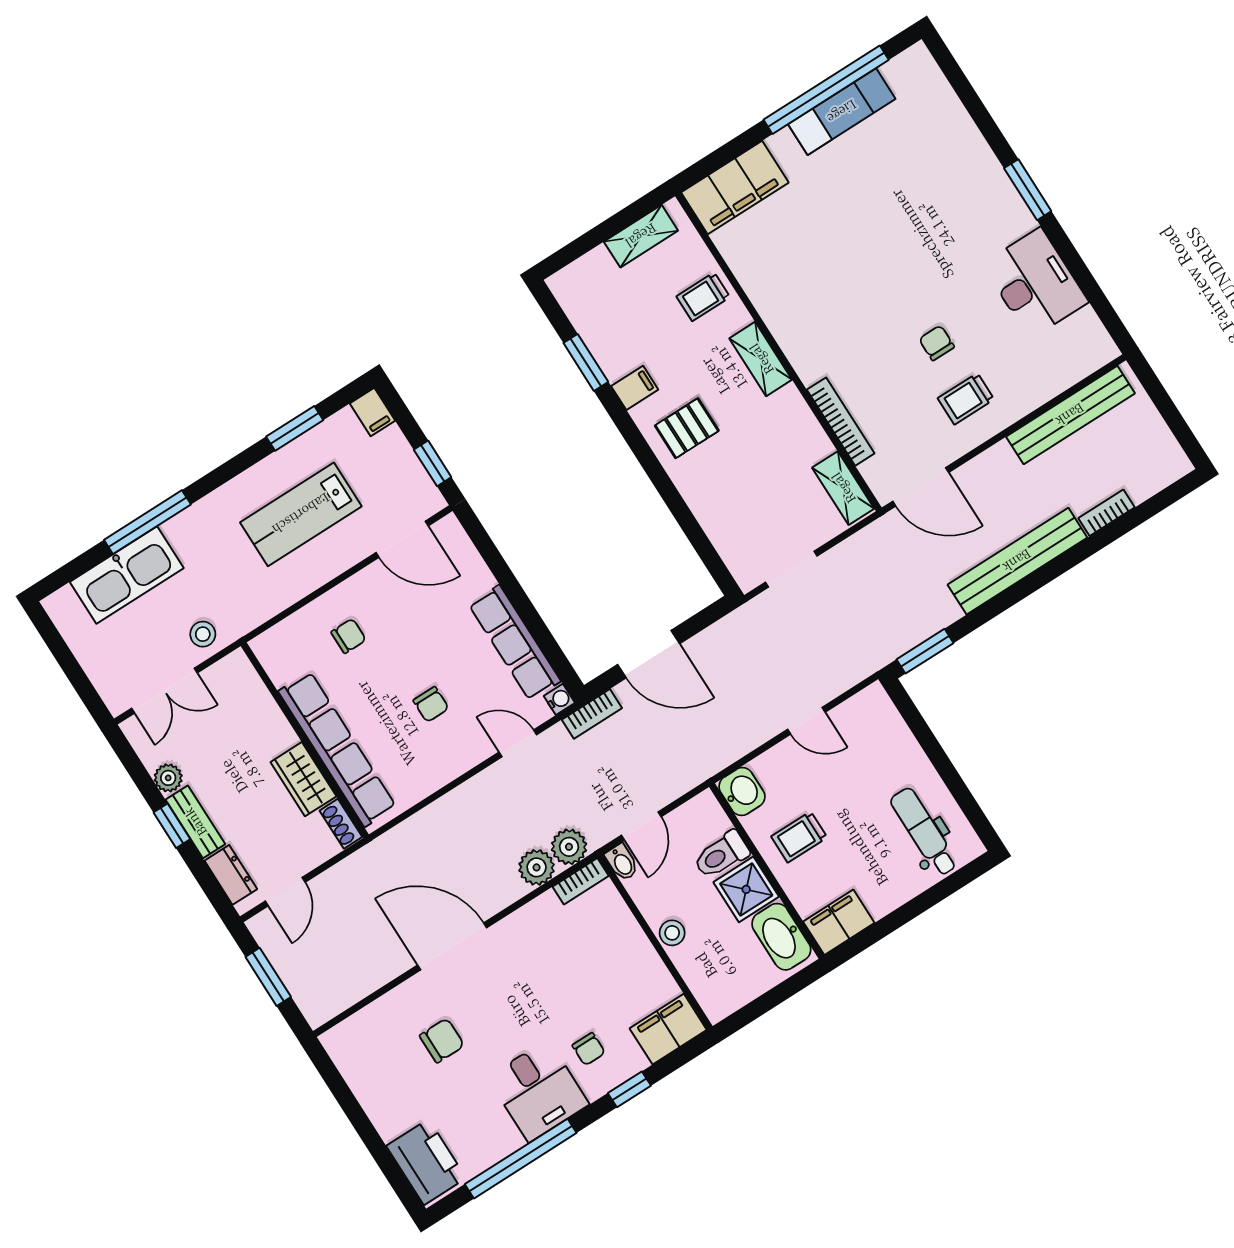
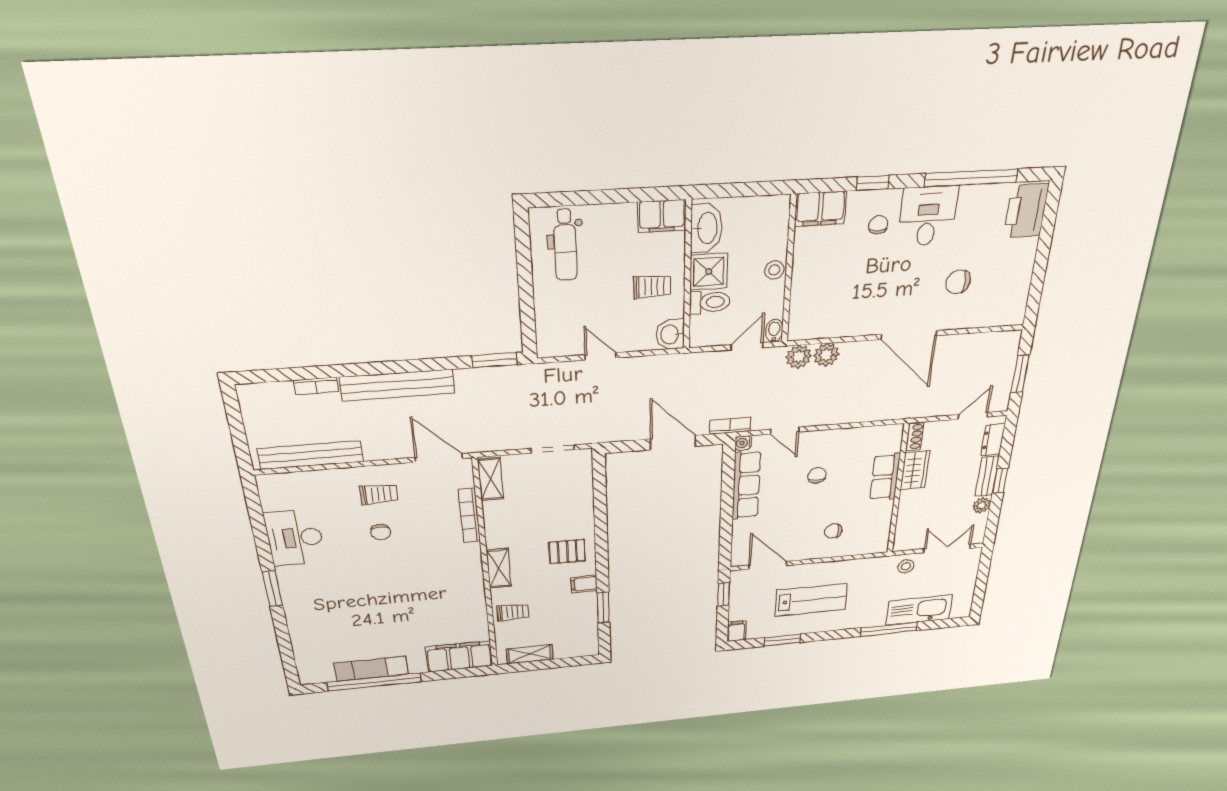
row of seats: (337, 749) -> (885, 477), width x0.50
bookcase: (581, 881) -> (807, 333), removed

